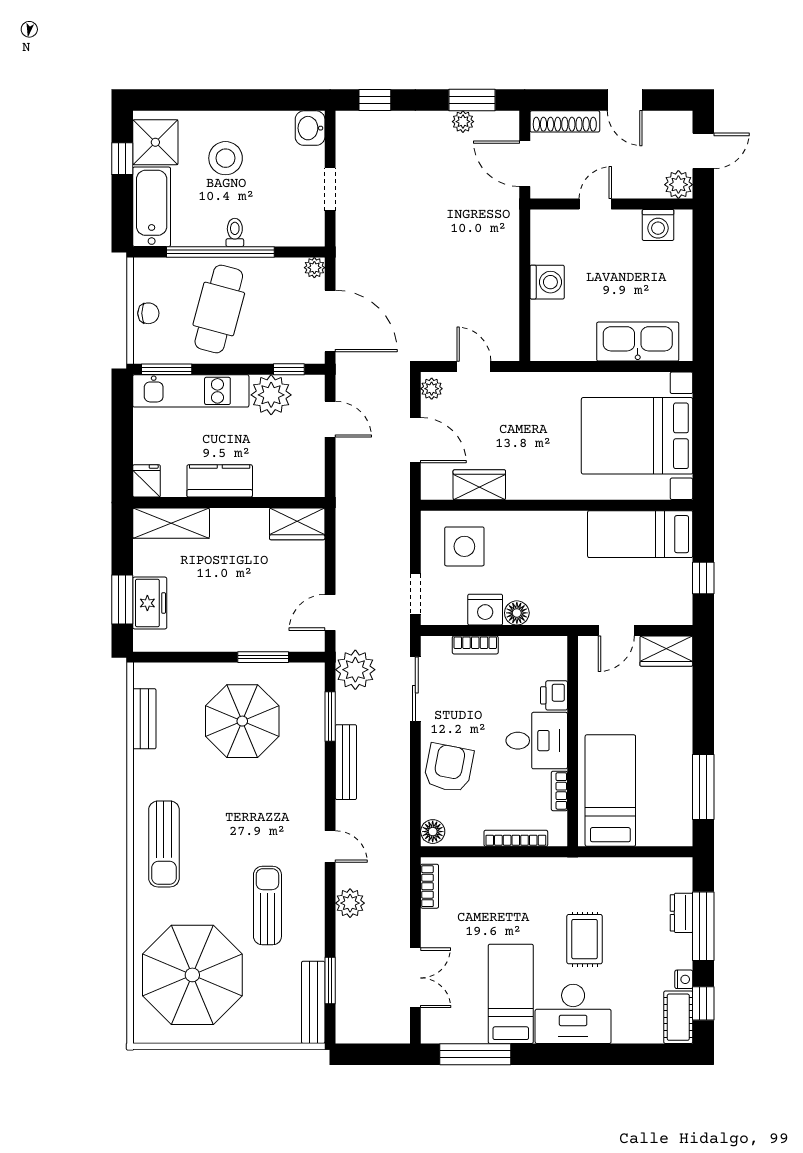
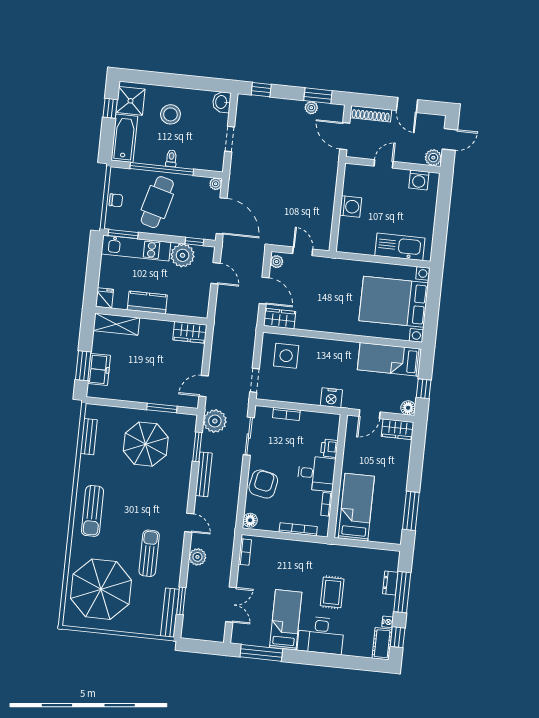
wardrobe: (479, 485) -> (280, 319), moved
nightstand: (485, 610) -> (331, 398), moved
floor lamp: (517, 613) -> (408, 408), moved

